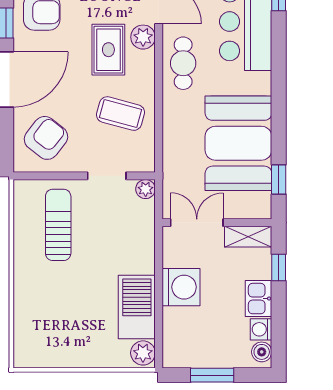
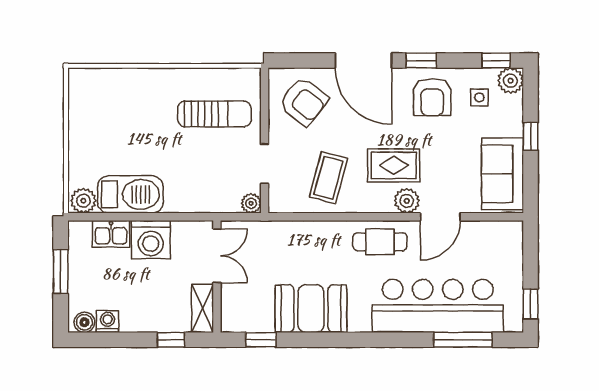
booth: (238, 143) -> (311, 309), width x0.73, depth x0.70
kitchen sink: (258, 299) -> (111, 234), moved, turned 180

